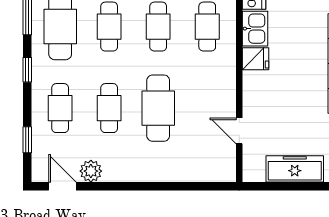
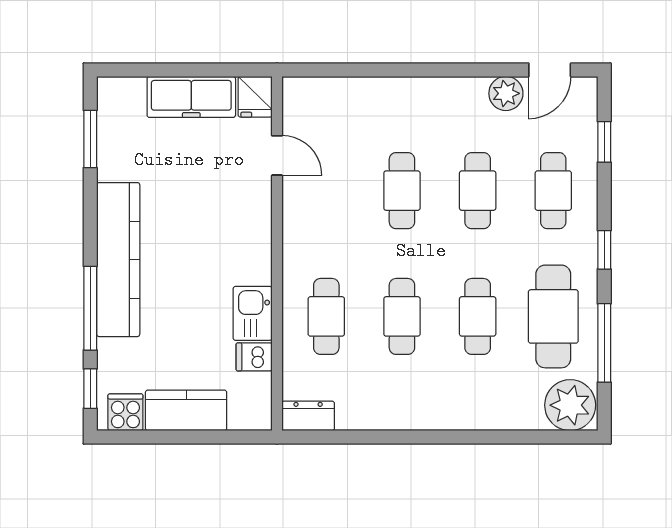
fridge: (255, 59) -> (255, 97), moved, turned -90
cafe table: (158, 108) -> (402, 191), width x0.73, depth x0.74
door: (62, 186) -> (550, 70), hinge flipped

